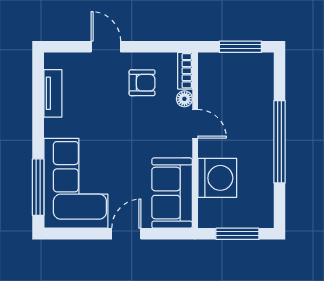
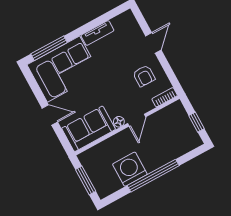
window: (240, 47) -> (197, 122), width x0.67
tv unit: (53, 93) -> (97, 33), moved
floor lamp: (184, 99) -> (119, 122), moved
washing machine: (217, 178) -> (130, 169), moved, turned 180

